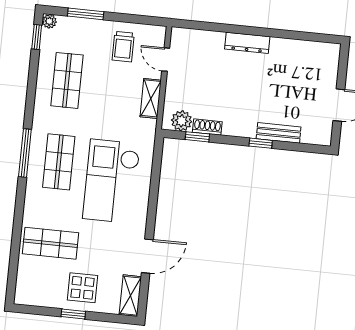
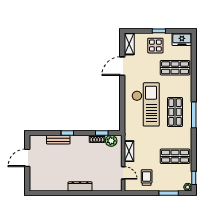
shop shelf: (67, 80) -> (175, 156), turned 90
freezer: (32, 294) -> (182, 39), added

